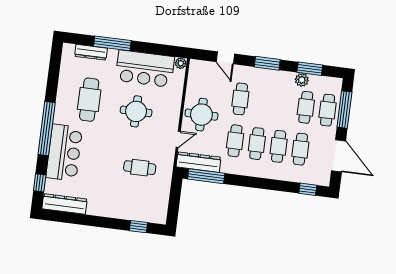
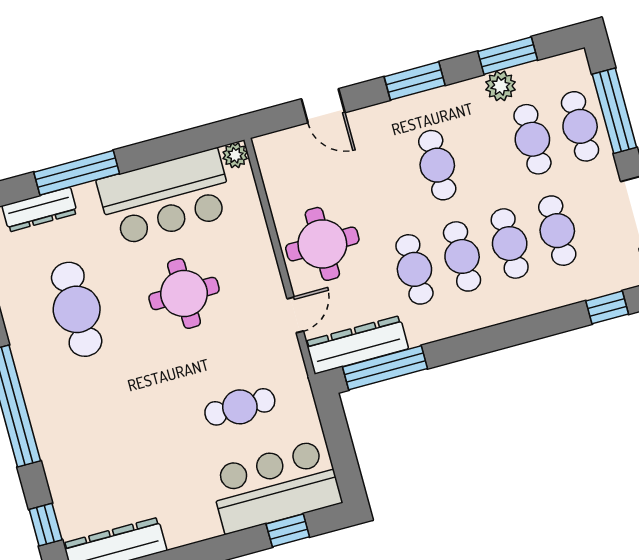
cafe table: (240, 99) -> (437, 165), moved
bar counter: (64, 153) -> (275, 486), moved, turned -90

